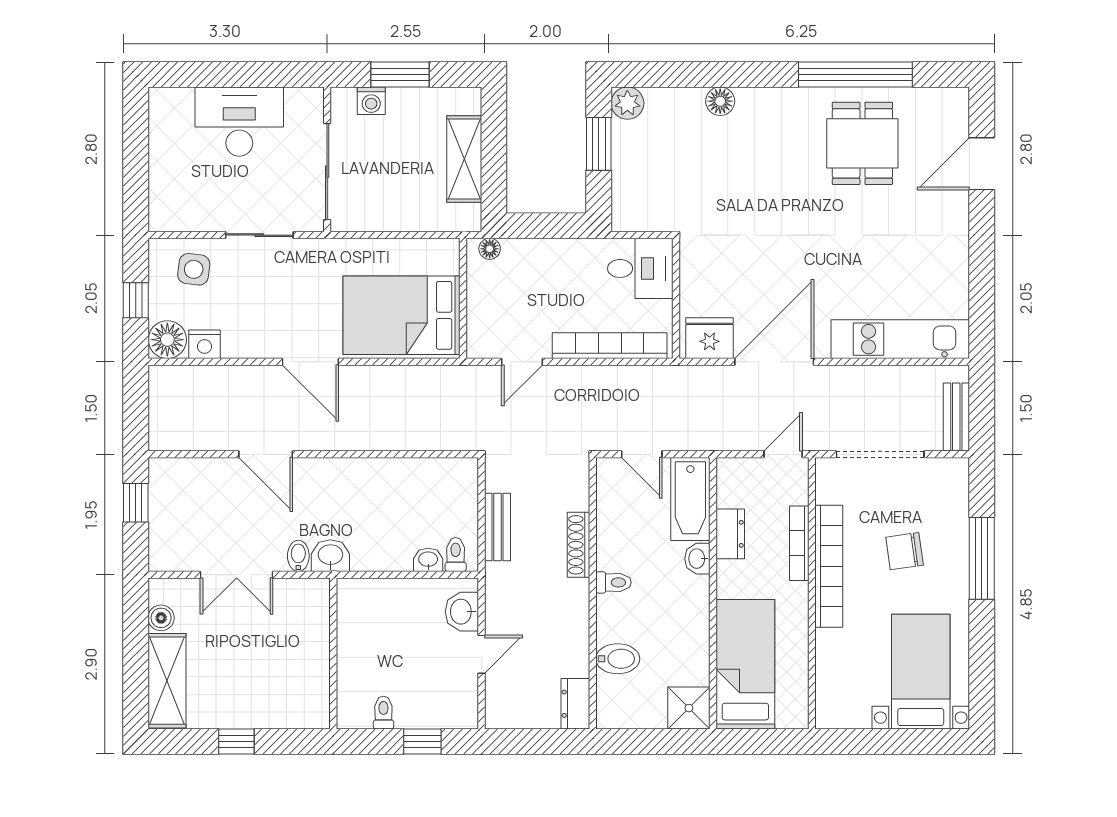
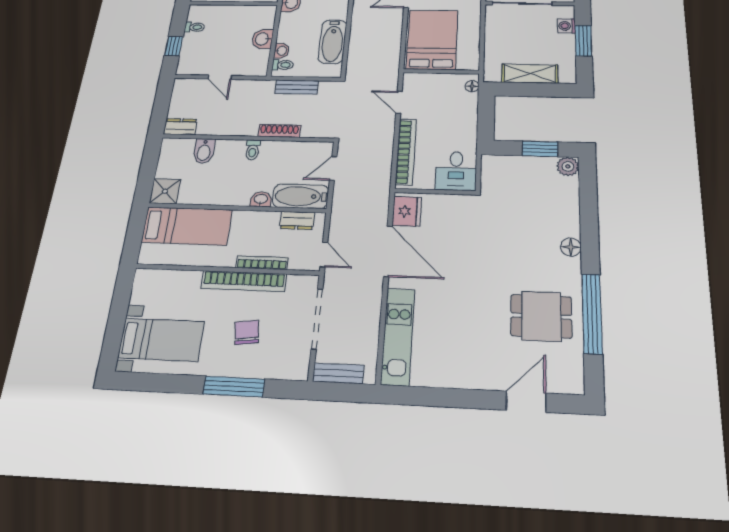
floor lamp: (720, 101) -> (571, 247), moved
door: (982, 164) -> (526, 402), hinge flipped
bathtub: (409, 478) -> (333, 42), added
dresser: (730, 534) -> (297, 220), moved
washbasin: (462, 612) -> (262, 39), moved, turned -90

